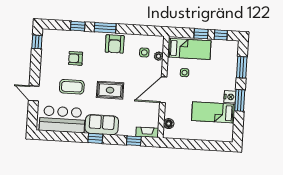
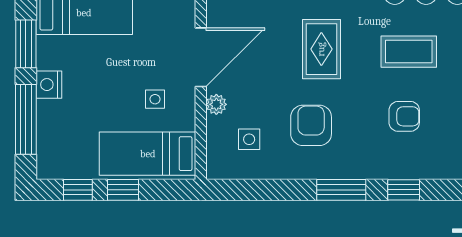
armchair: (115, 44) -> (311, 125), moved
plant: (159, 56) -> (216, 104), moved
window: (242, 67) -> (26, 119), width x1.44
rug: (110, 90) -> (321, 49), turned 90
nightstand: (230, 97) -> (49, 85), moved

